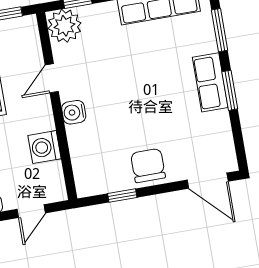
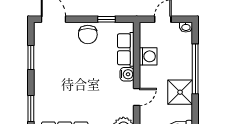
row of seats: (210, 82) -> (126, 49), moved, turned 180
window: (230, 90) -> (31, 57), moved

